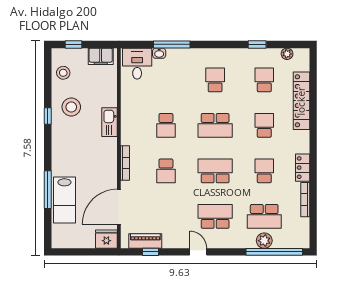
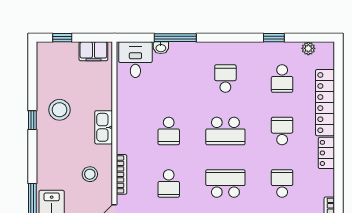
stool: (63, 73) -> (90, 174), moved
school desk: (264, 80) -> (282, 79), turned 180
locker: (303, 168) -> (326, 153), moved

